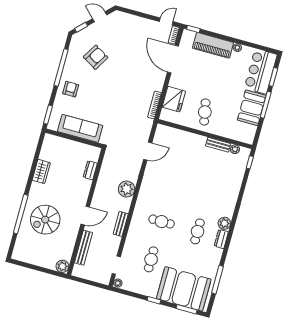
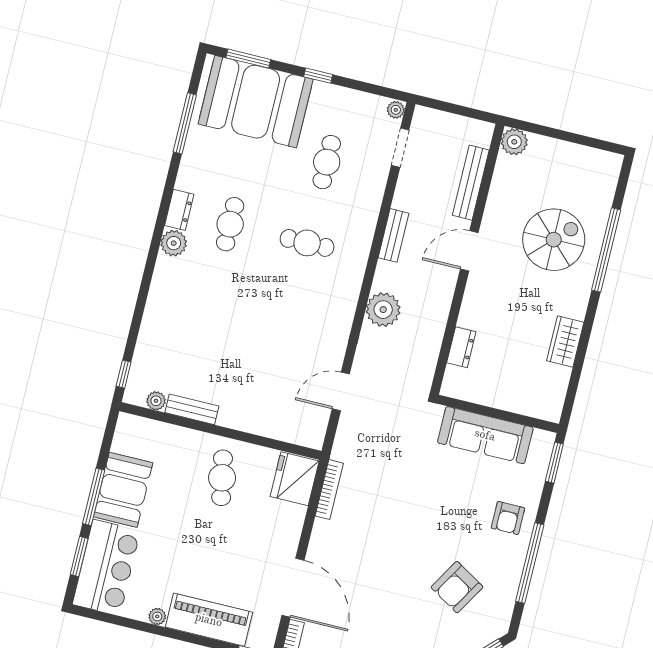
fridge: (174, 99) -> (295, 479), moved

